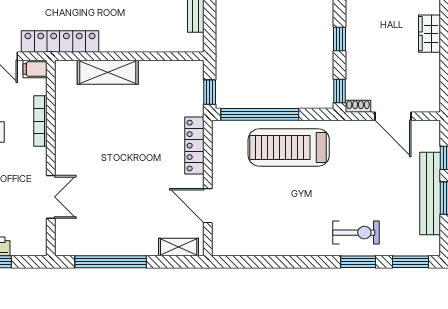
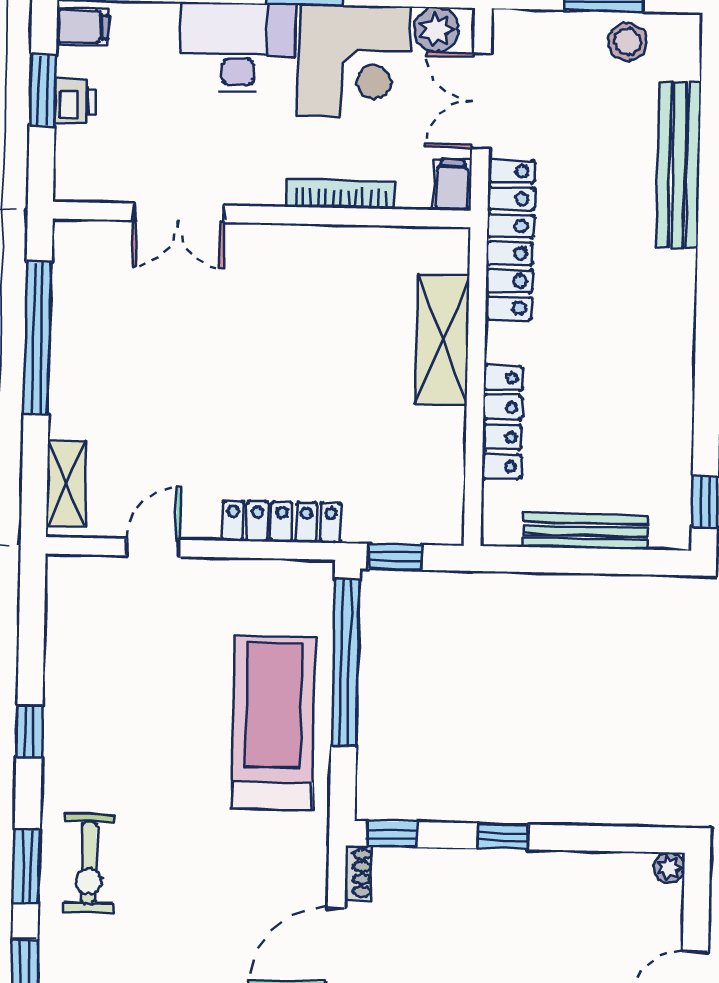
locker: (146, 43) -> (502, 422), added
door: (208, 206) -> (153, 548), width x0.73
window: (295, 262) -> (29, 731), added

